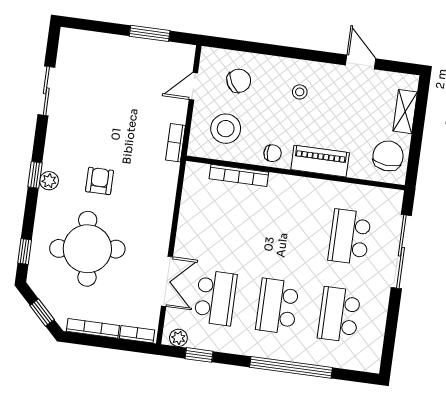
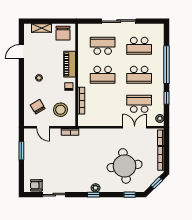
chair: (388, 156) -> (63, 33), turned -94
armchair: (100, 181) -> (36, 185), moved
school desk: (288, 228) -> (103, 75), added
school desk: (350, 237) -> (103, 46), turned 180
sliding door: (401, 252) -> (119, 21), moved
window: (199, 355) -> (166, 98), moved

